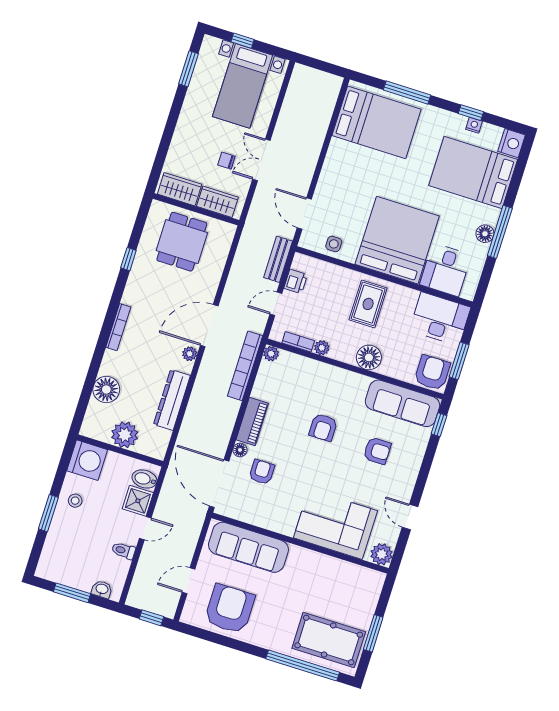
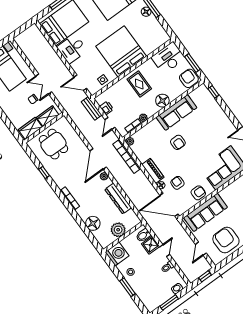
desk: (446, 270) -> (72, 49), moved, turned 90
sofa: (403, 403) -> (176, 113), moved
armchair: (377, 451) -> (198, 193), moved

